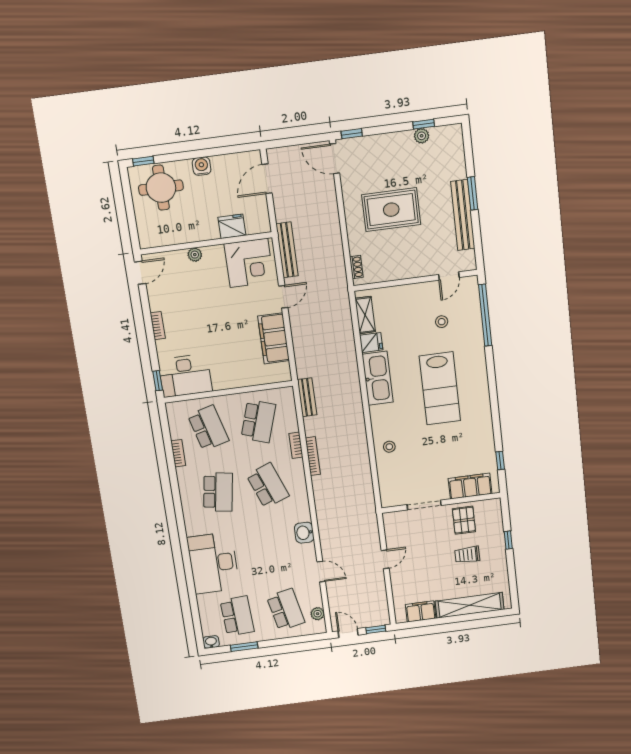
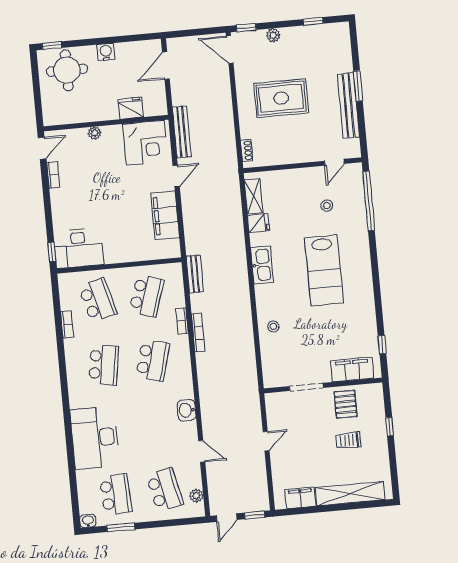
plant: (422, 136) -> (273, 35), moved
bookcase: (158, 326) -> (53, 175), moved
kitchen sink: (378, 378) -> (262, 265), width x0.73, depth x0.81
school desk: (268, 485) -> (153, 360), turned 36
door: (348, 633) -> (227, 518), swing flipped

